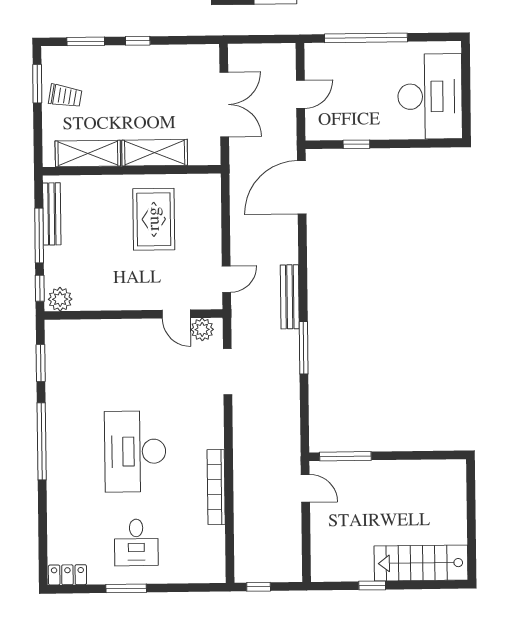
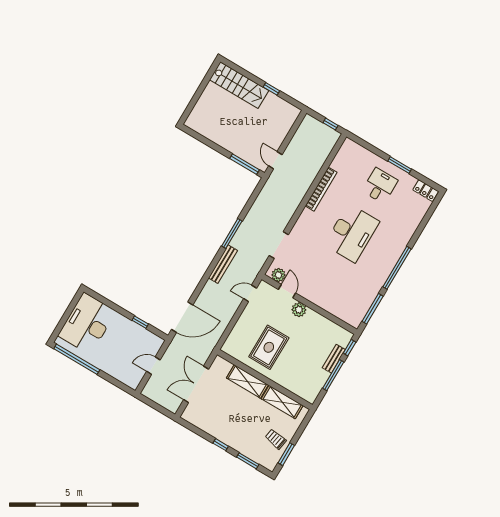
window: (366, 38) -> (77, 359), moved
bench: (52, 214) -> (334, 359), moved, width x0.73
plant: (60, 299) -> (299, 310), moved
window: (41, 363) -> (373, 309), width x1.44

